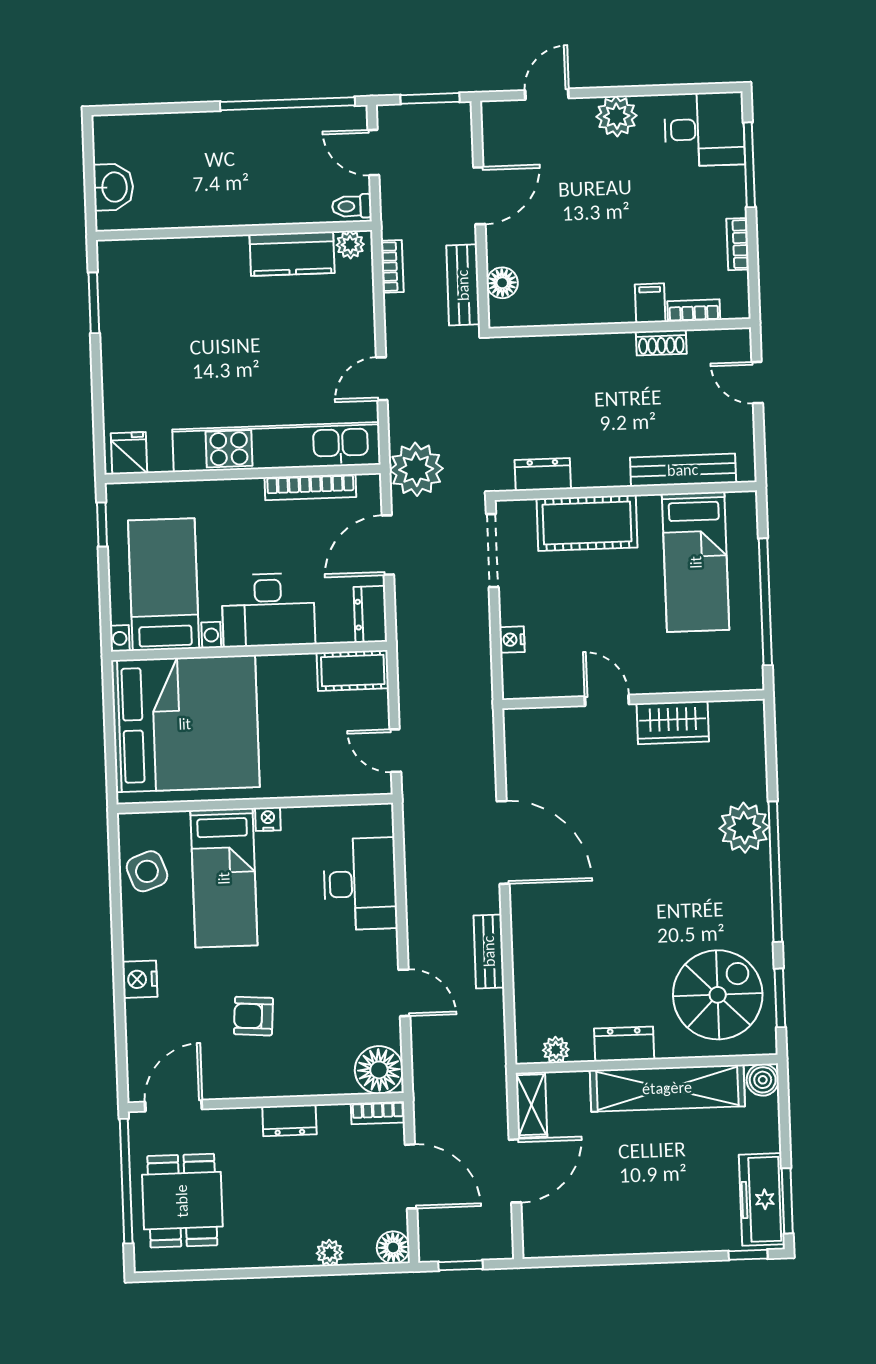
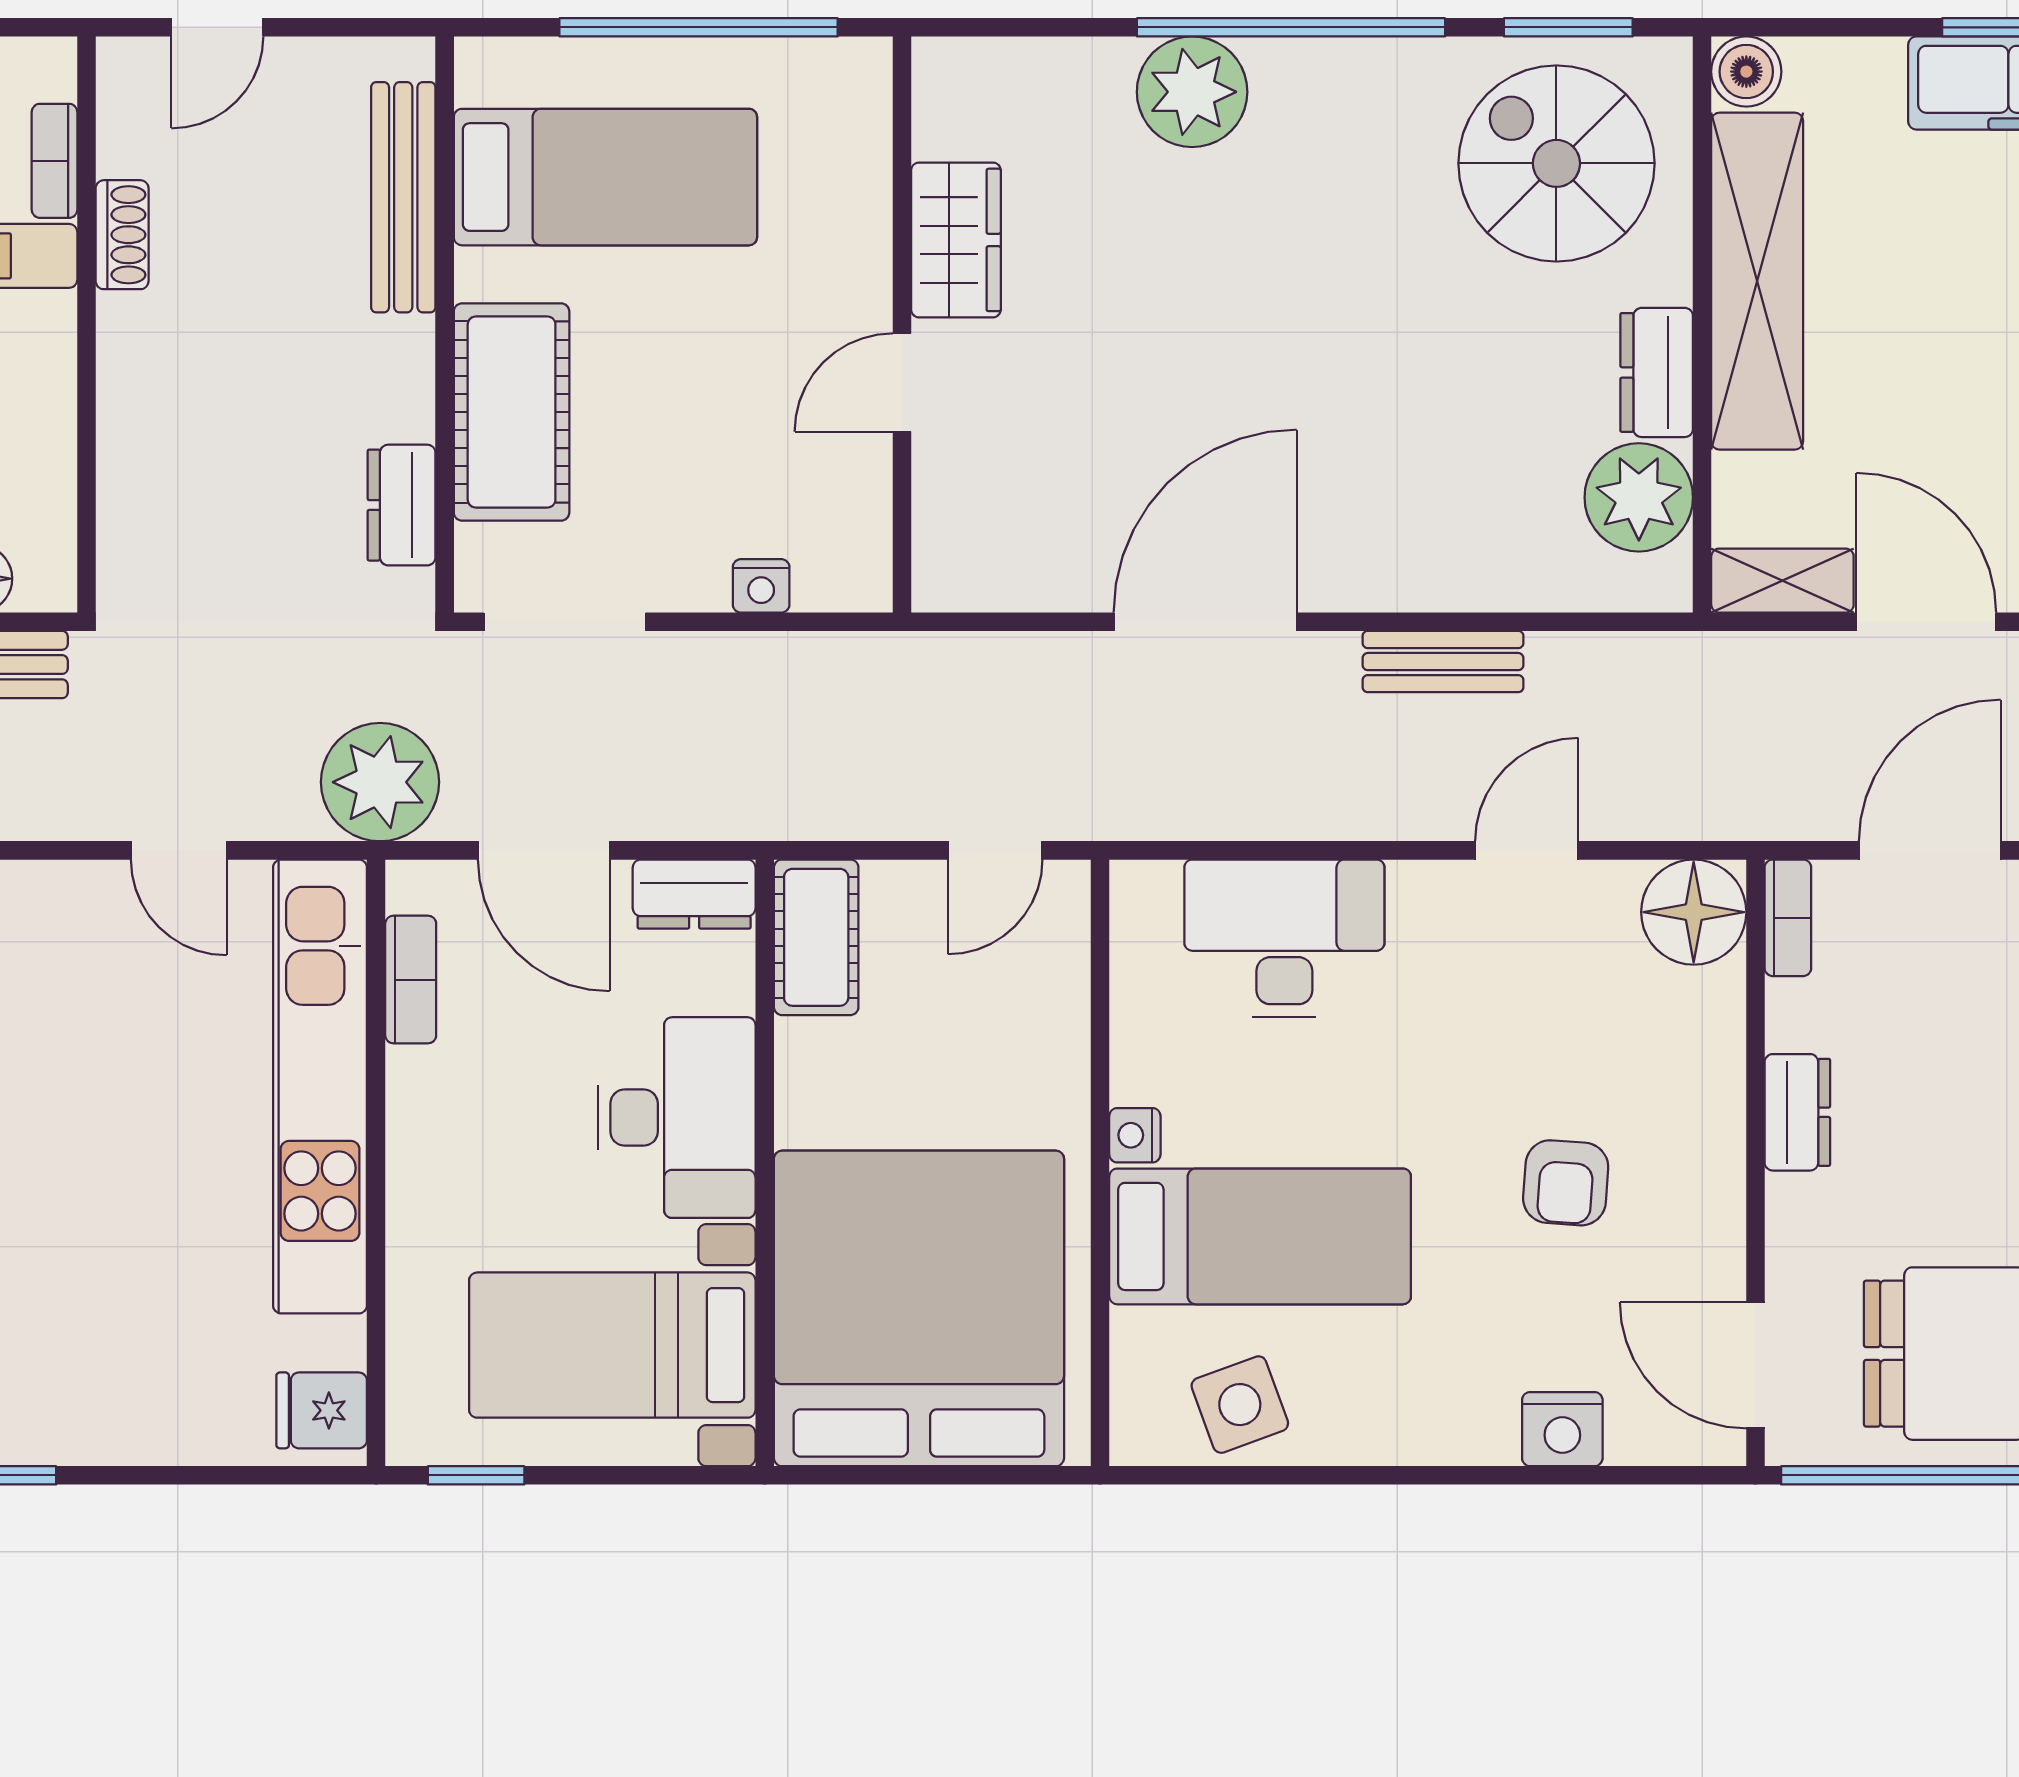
bookcase: (310, 487) -> (411, 980), width x0.64
nightstand: (140, 979) -> (1562, 1429), moved
plant: (556, 1050) -> (1639, 497), width x1.87, depth x1.87

